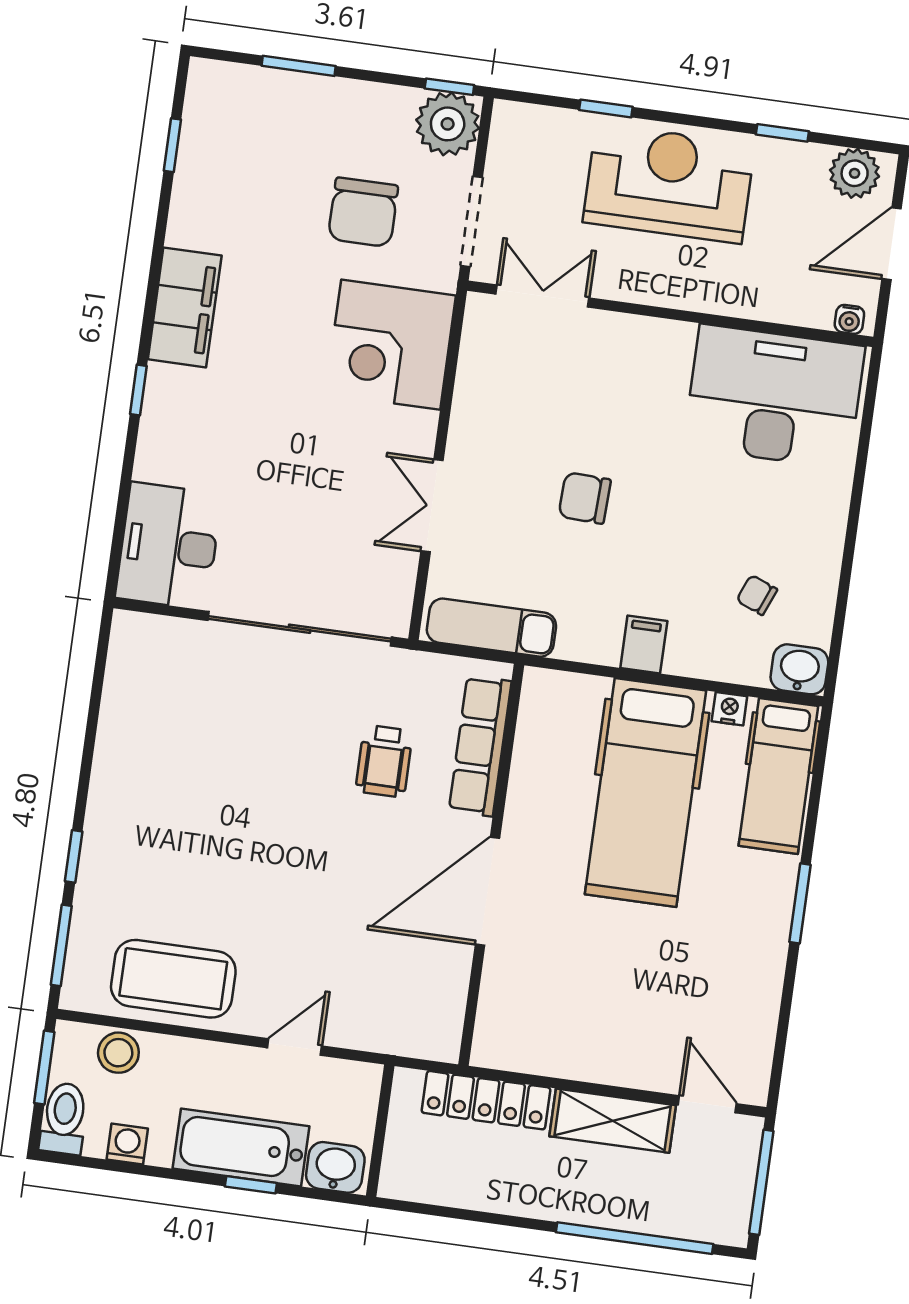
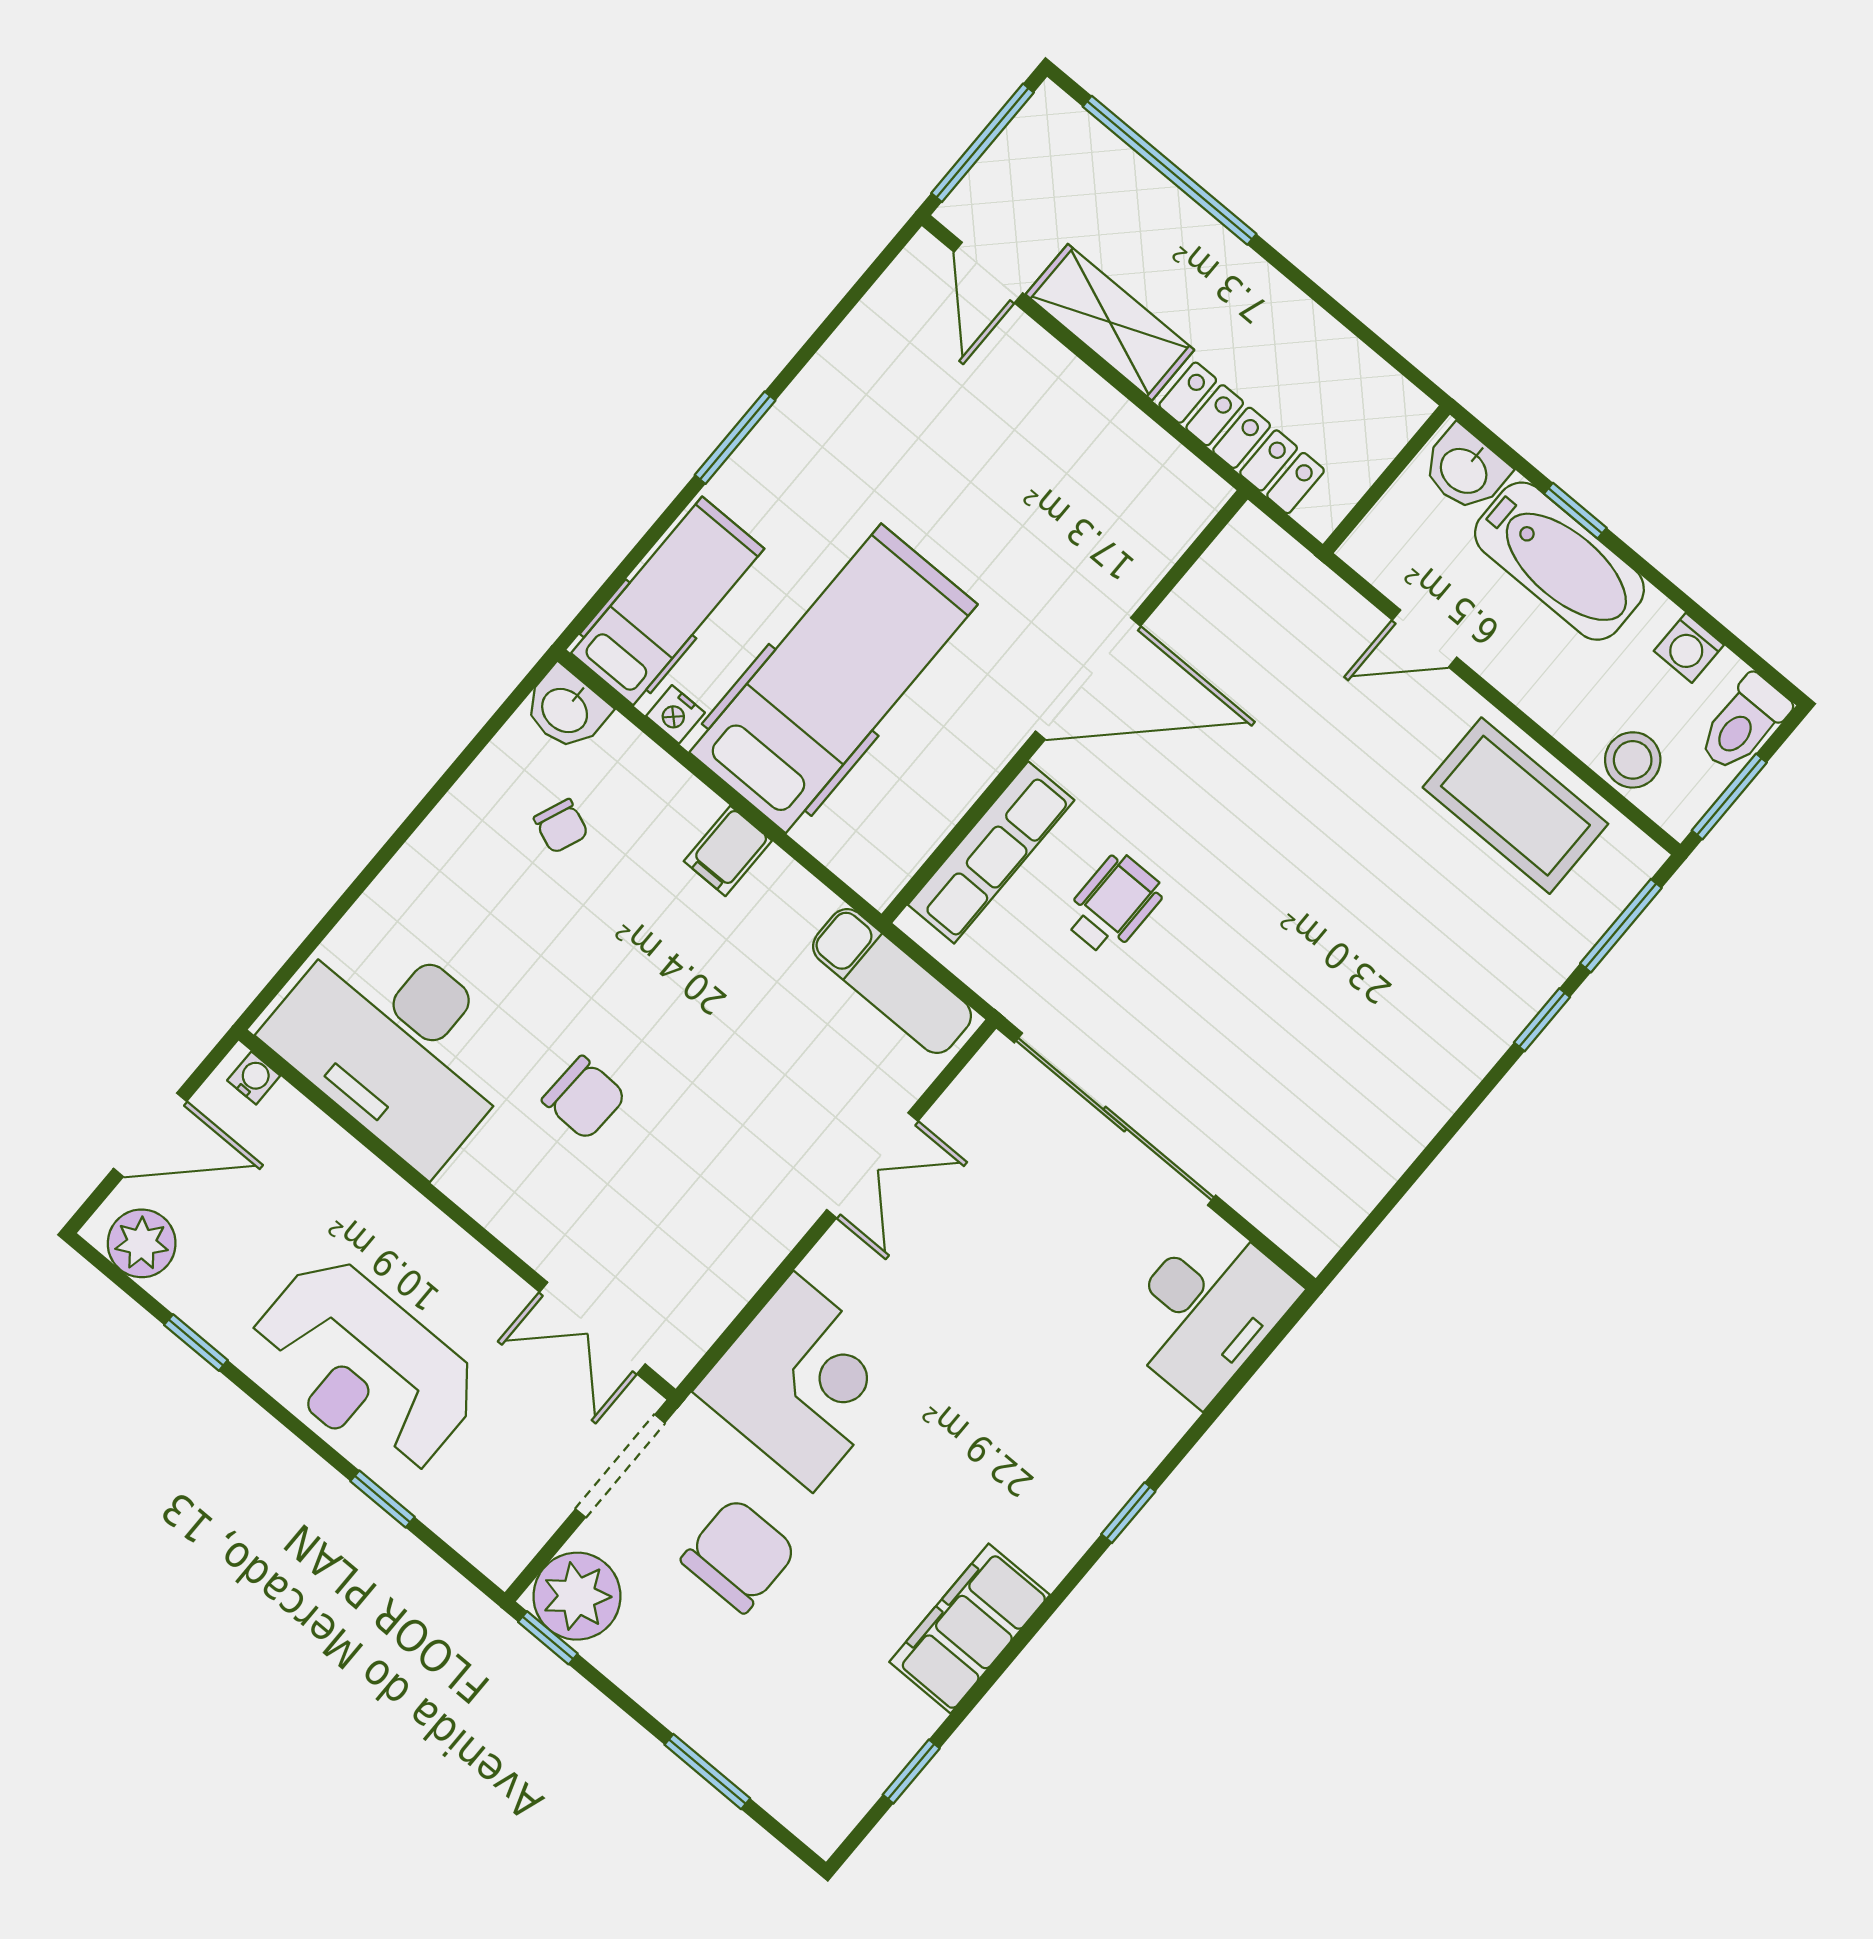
filing cabinet: (185, 307) -> (970, 1628), moved
chair: (585, 498) -> (584, 1098), moved

